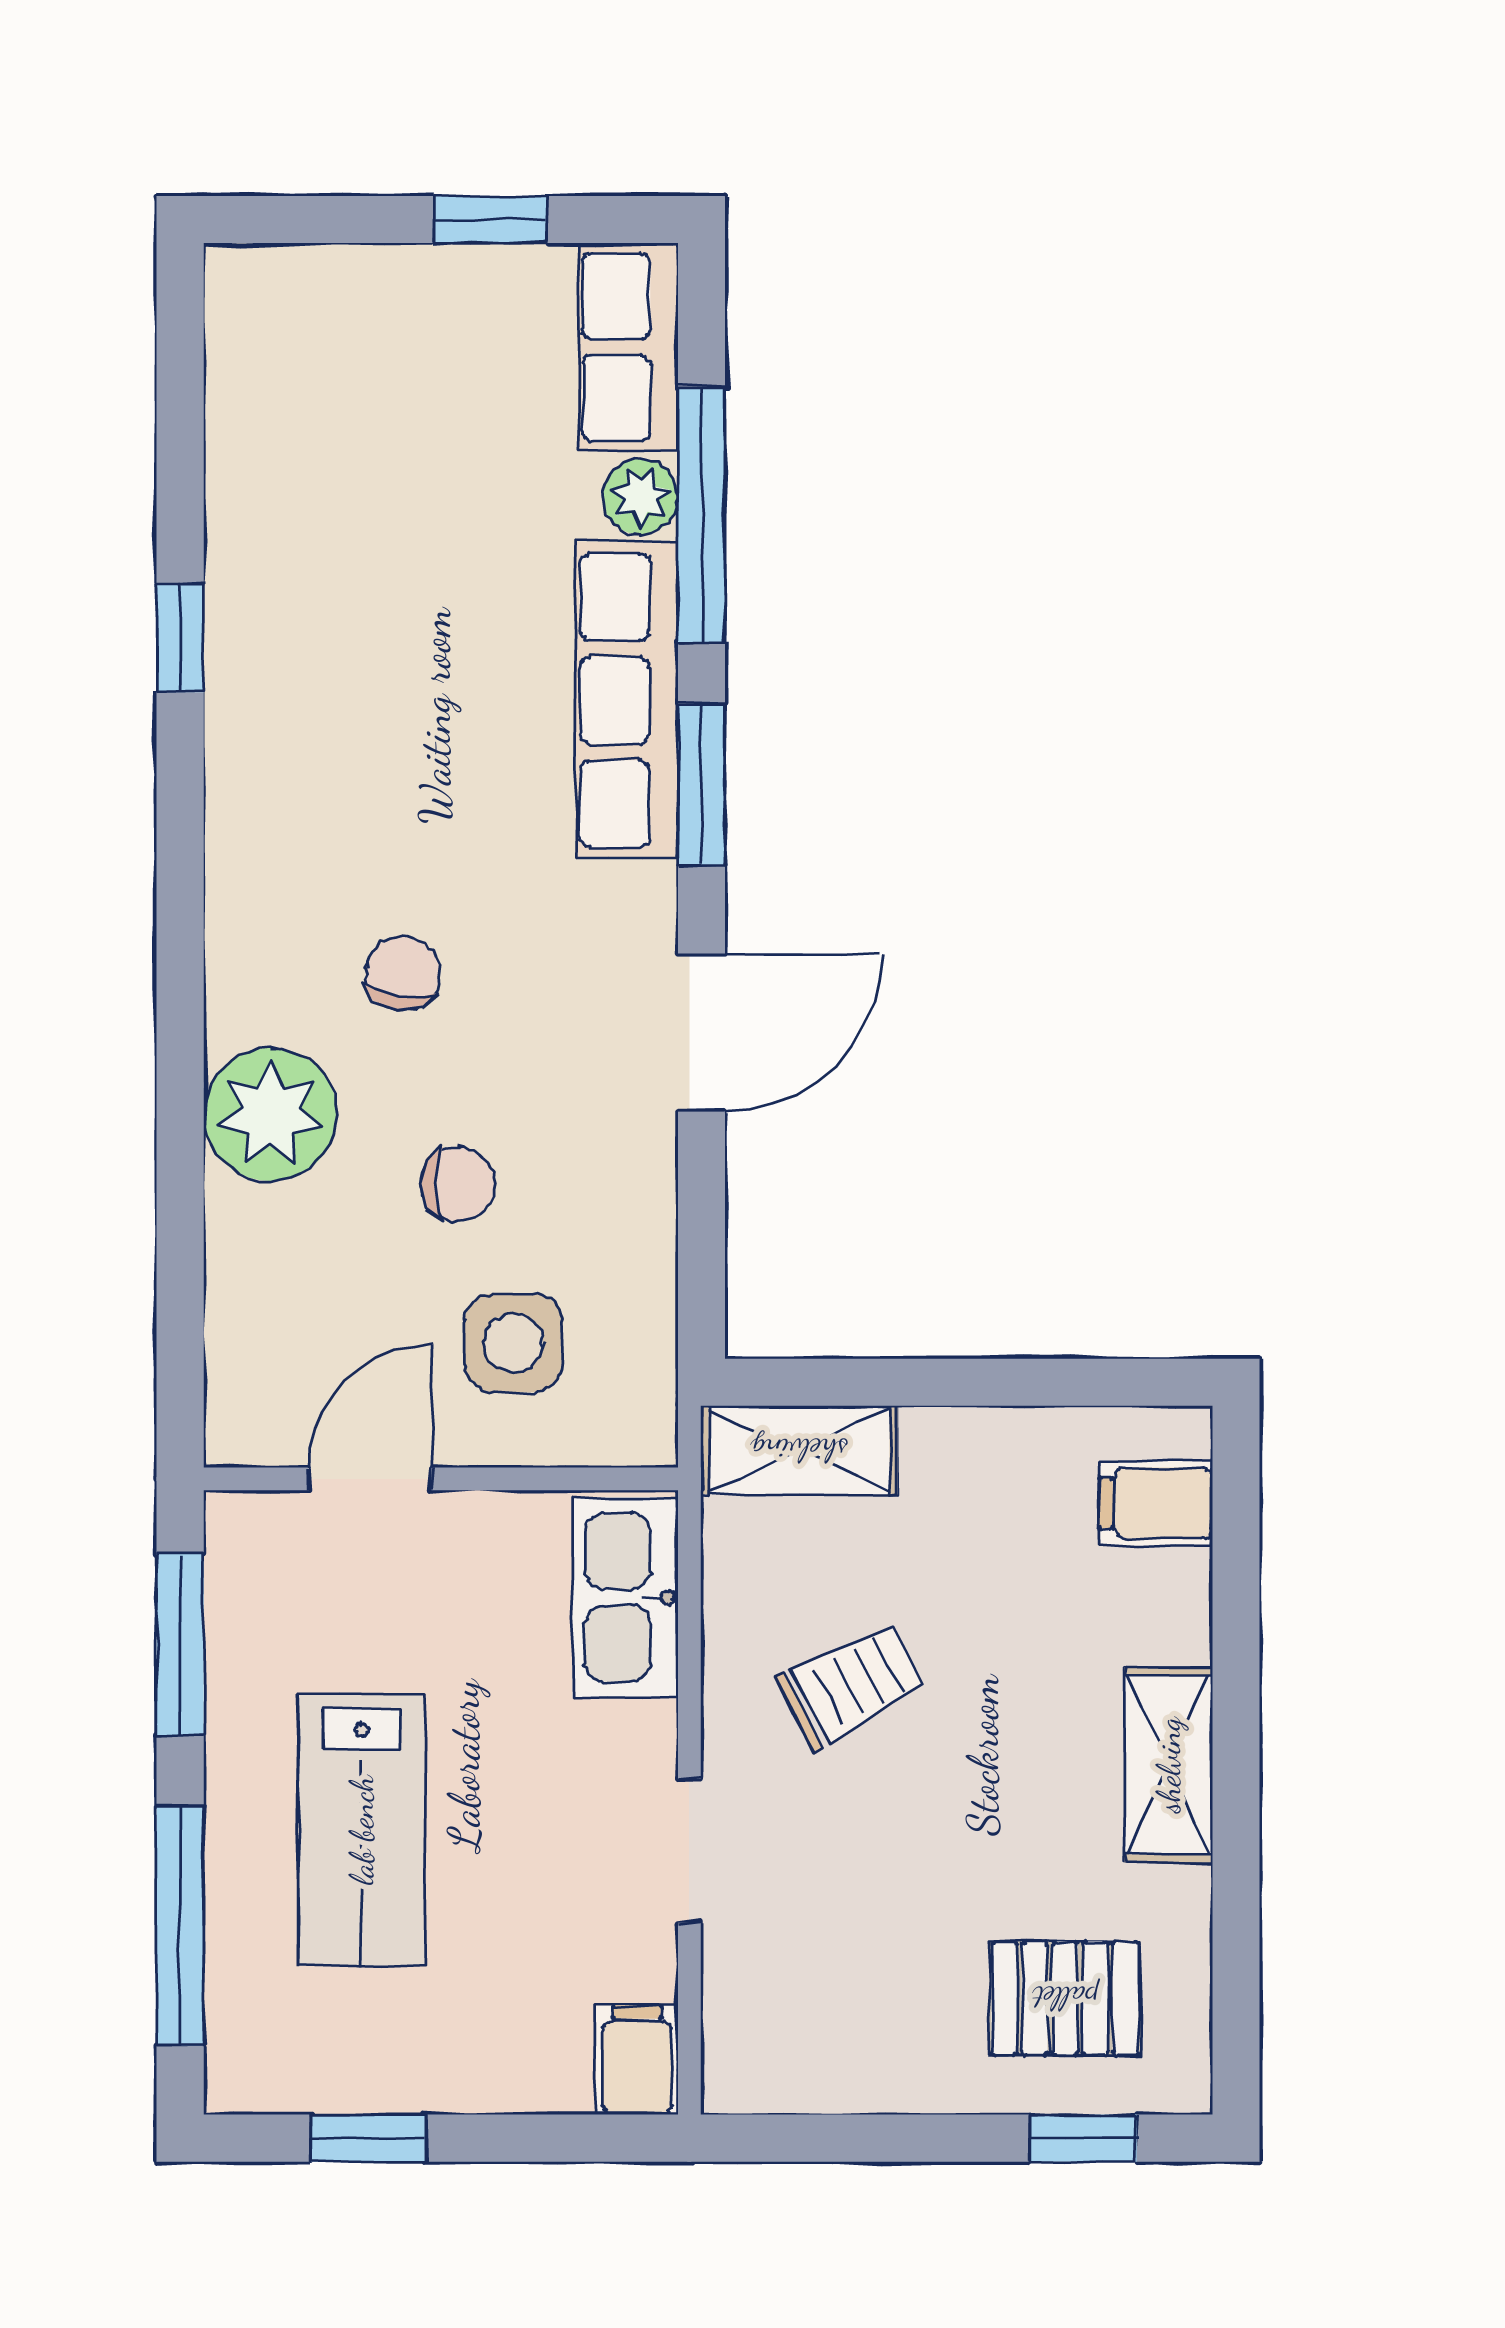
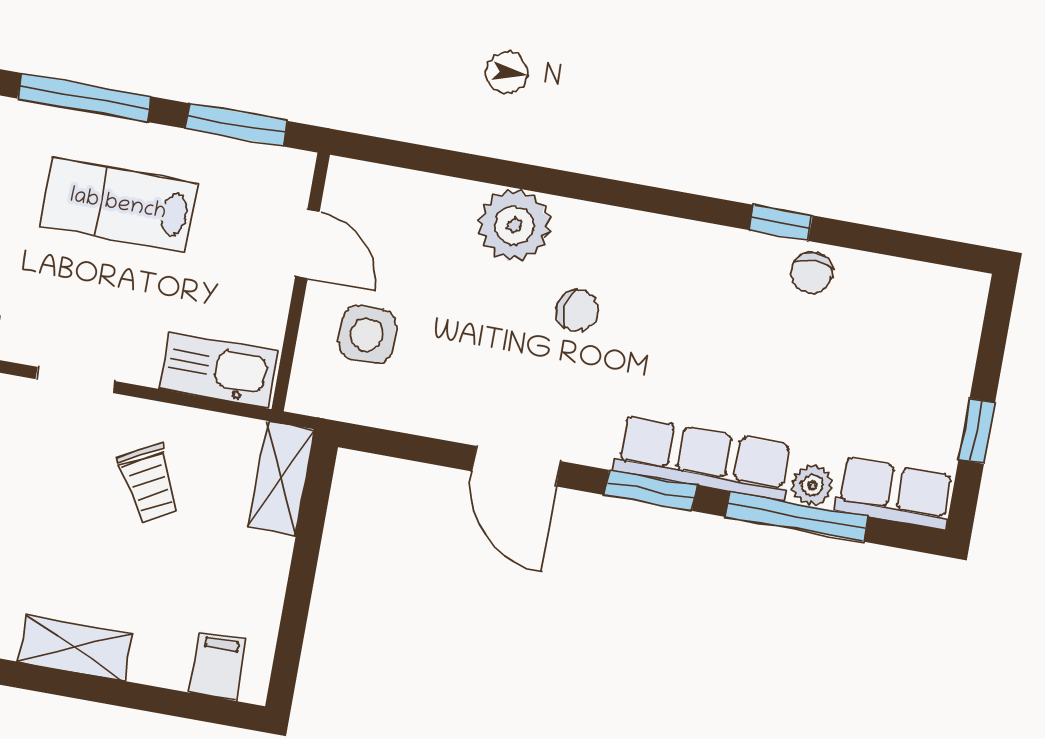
chair: (458, 1184) -> (812, 273), moved

